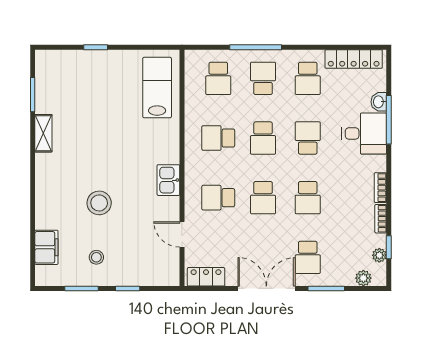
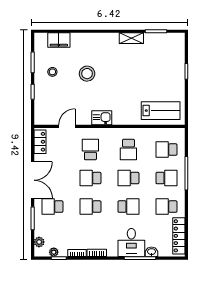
school desk: (218, 138) -> (128, 150), turned 180

